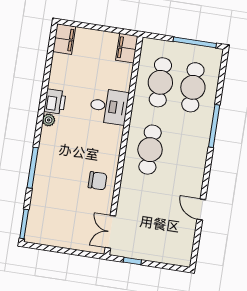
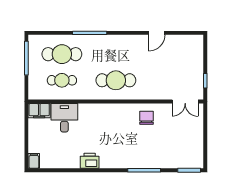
filing cabinet: (64, 39) -> (34, 161), width x0.50
cafe table: (160, 82) -> (62, 80), width x0.73, depth x0.74
desk: (109, 106) -> (64, 118), moved
plant: (49, 120) -> (105, 163), removed

